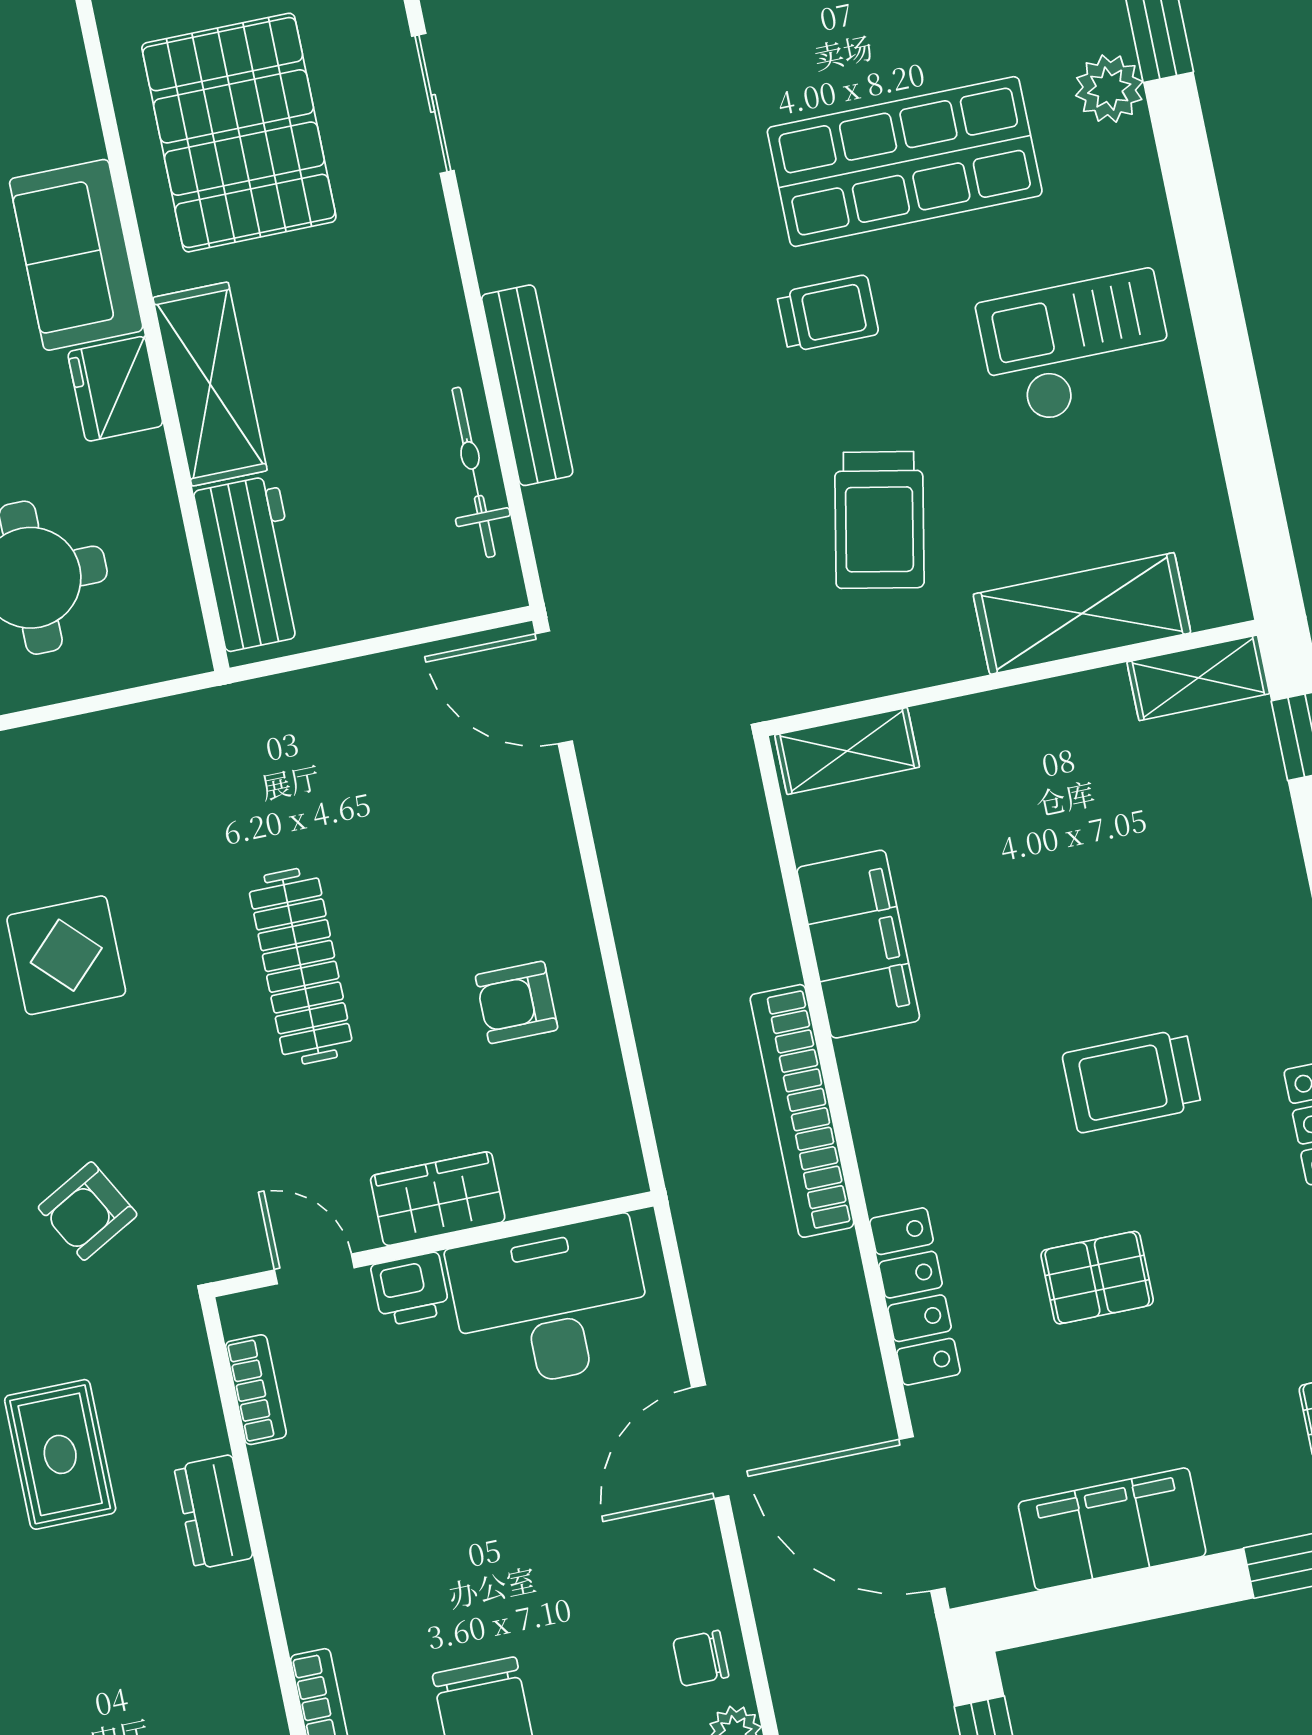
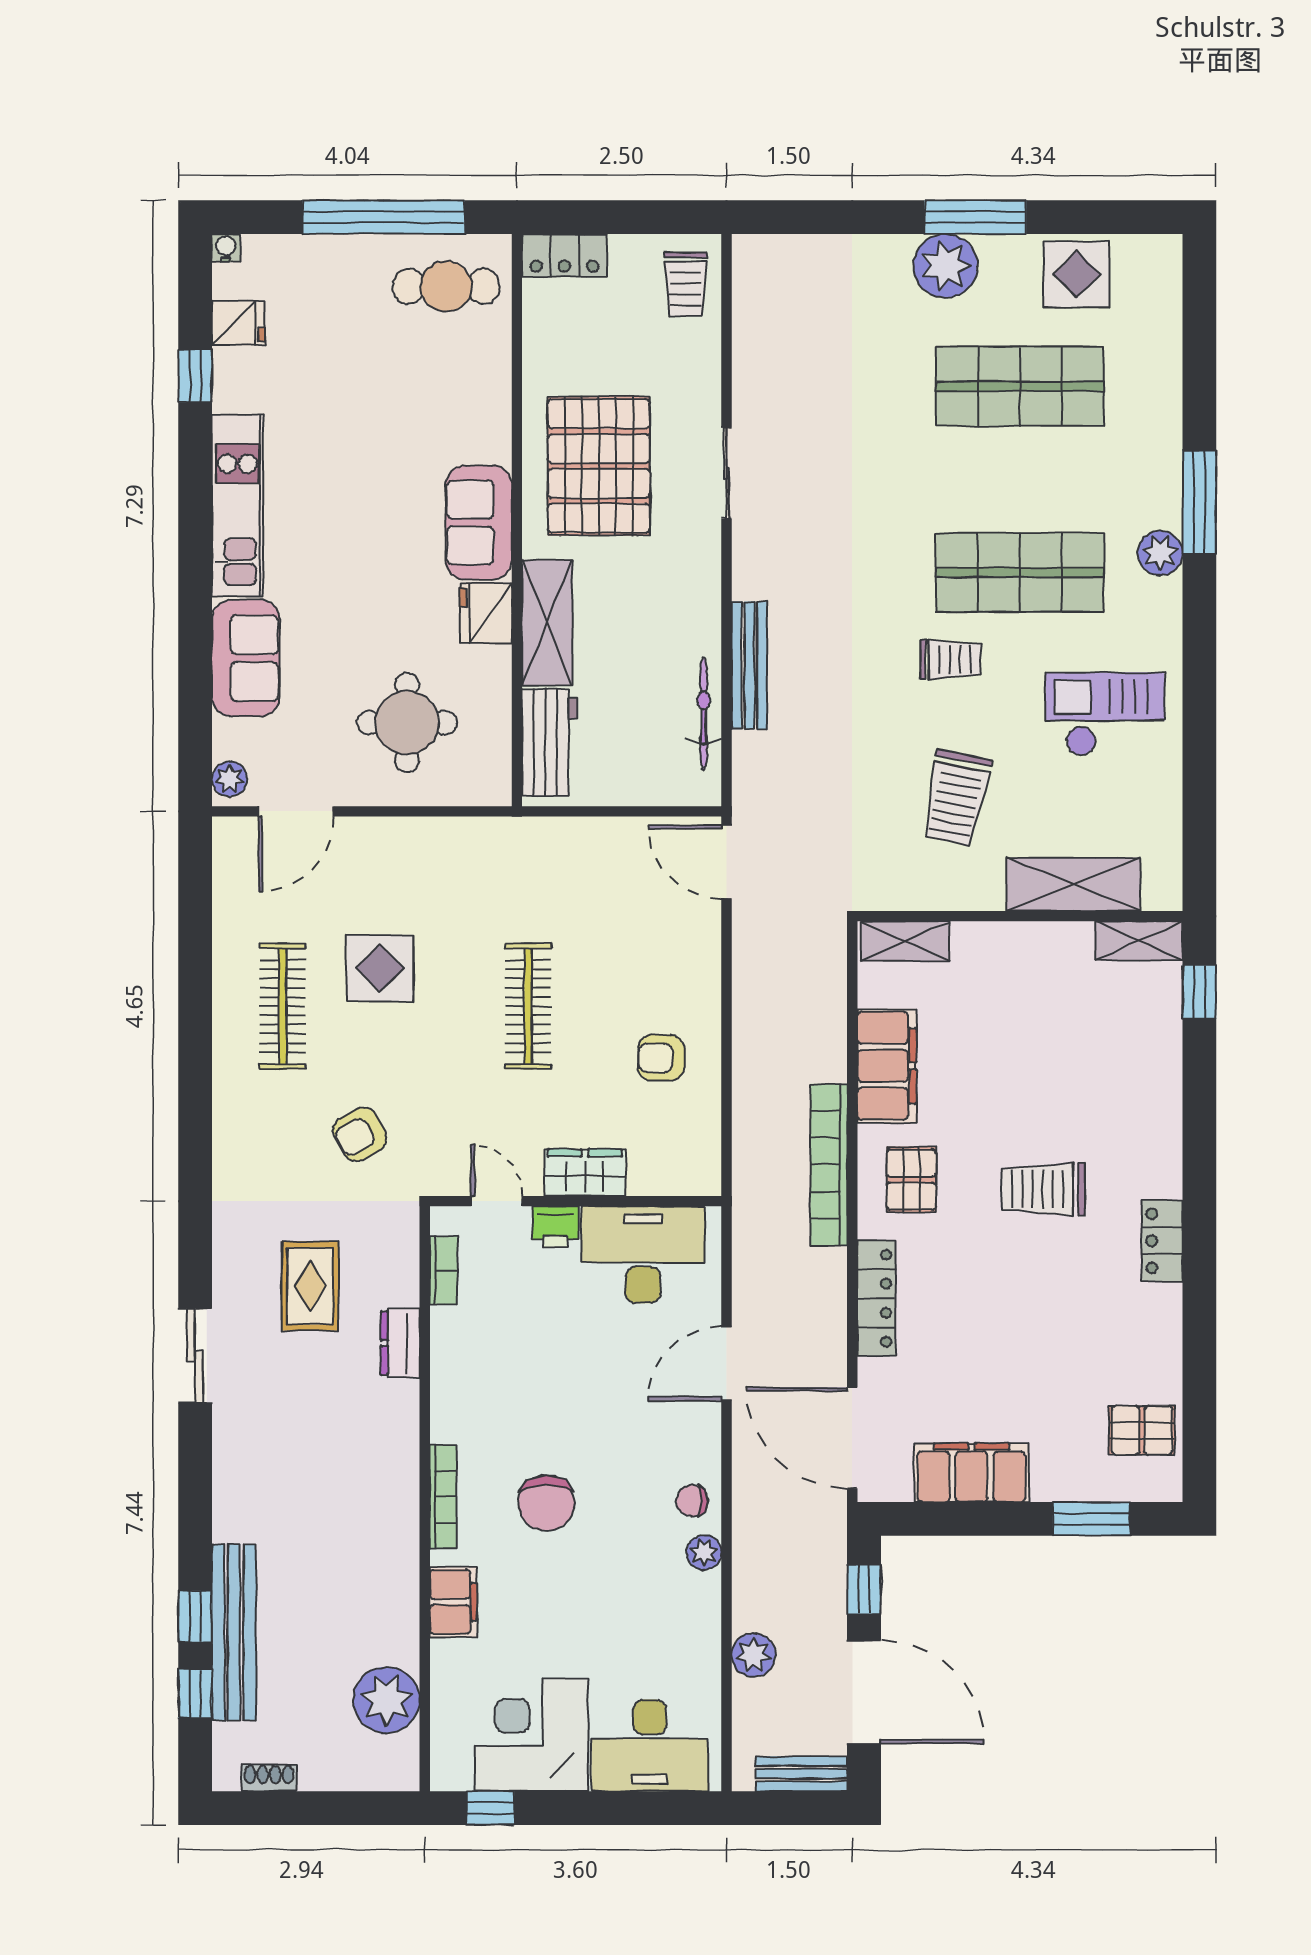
pallet: (1097, 1278) -> (911, 1180), moved, turned 90

